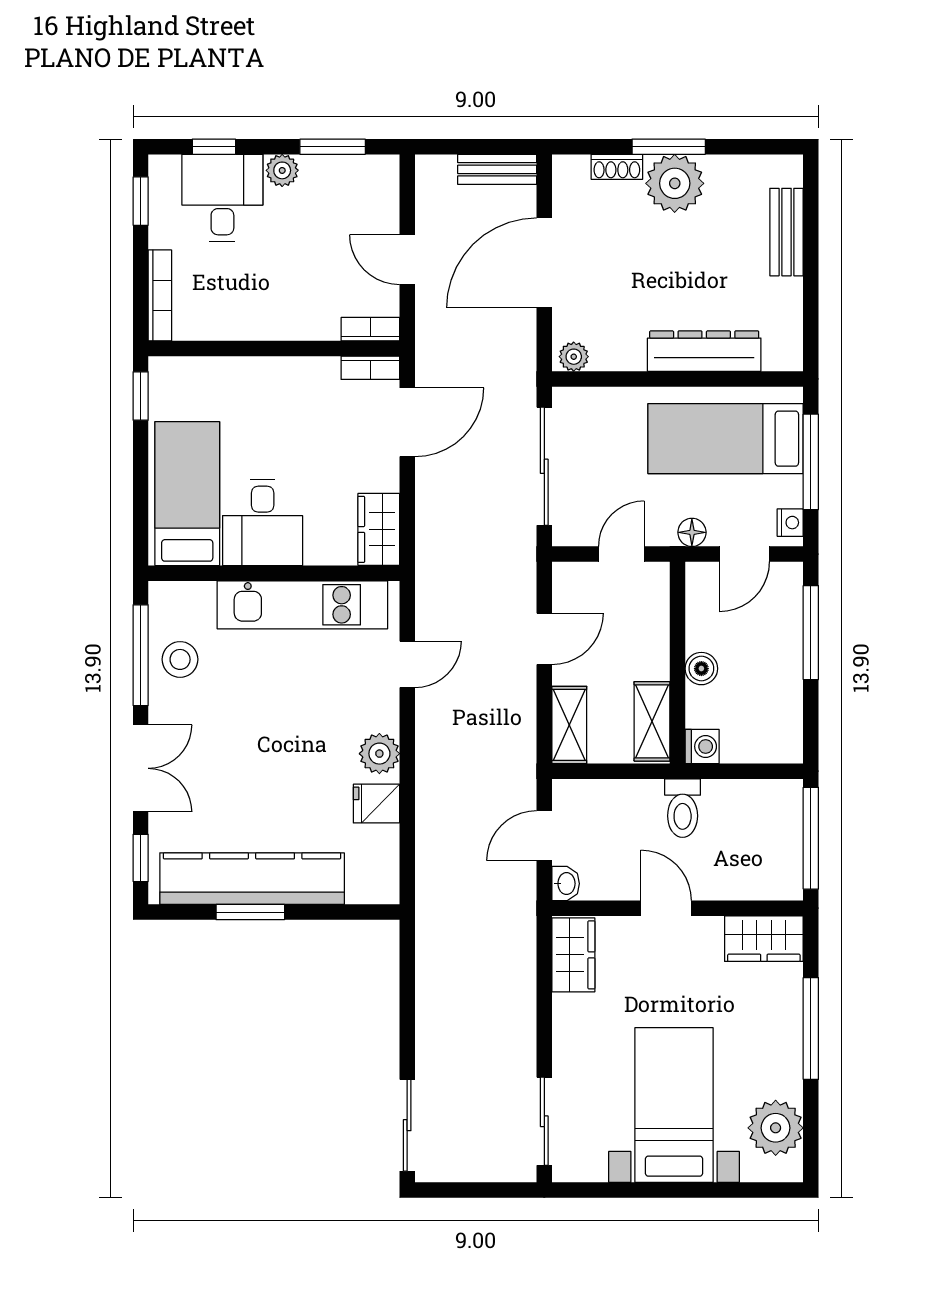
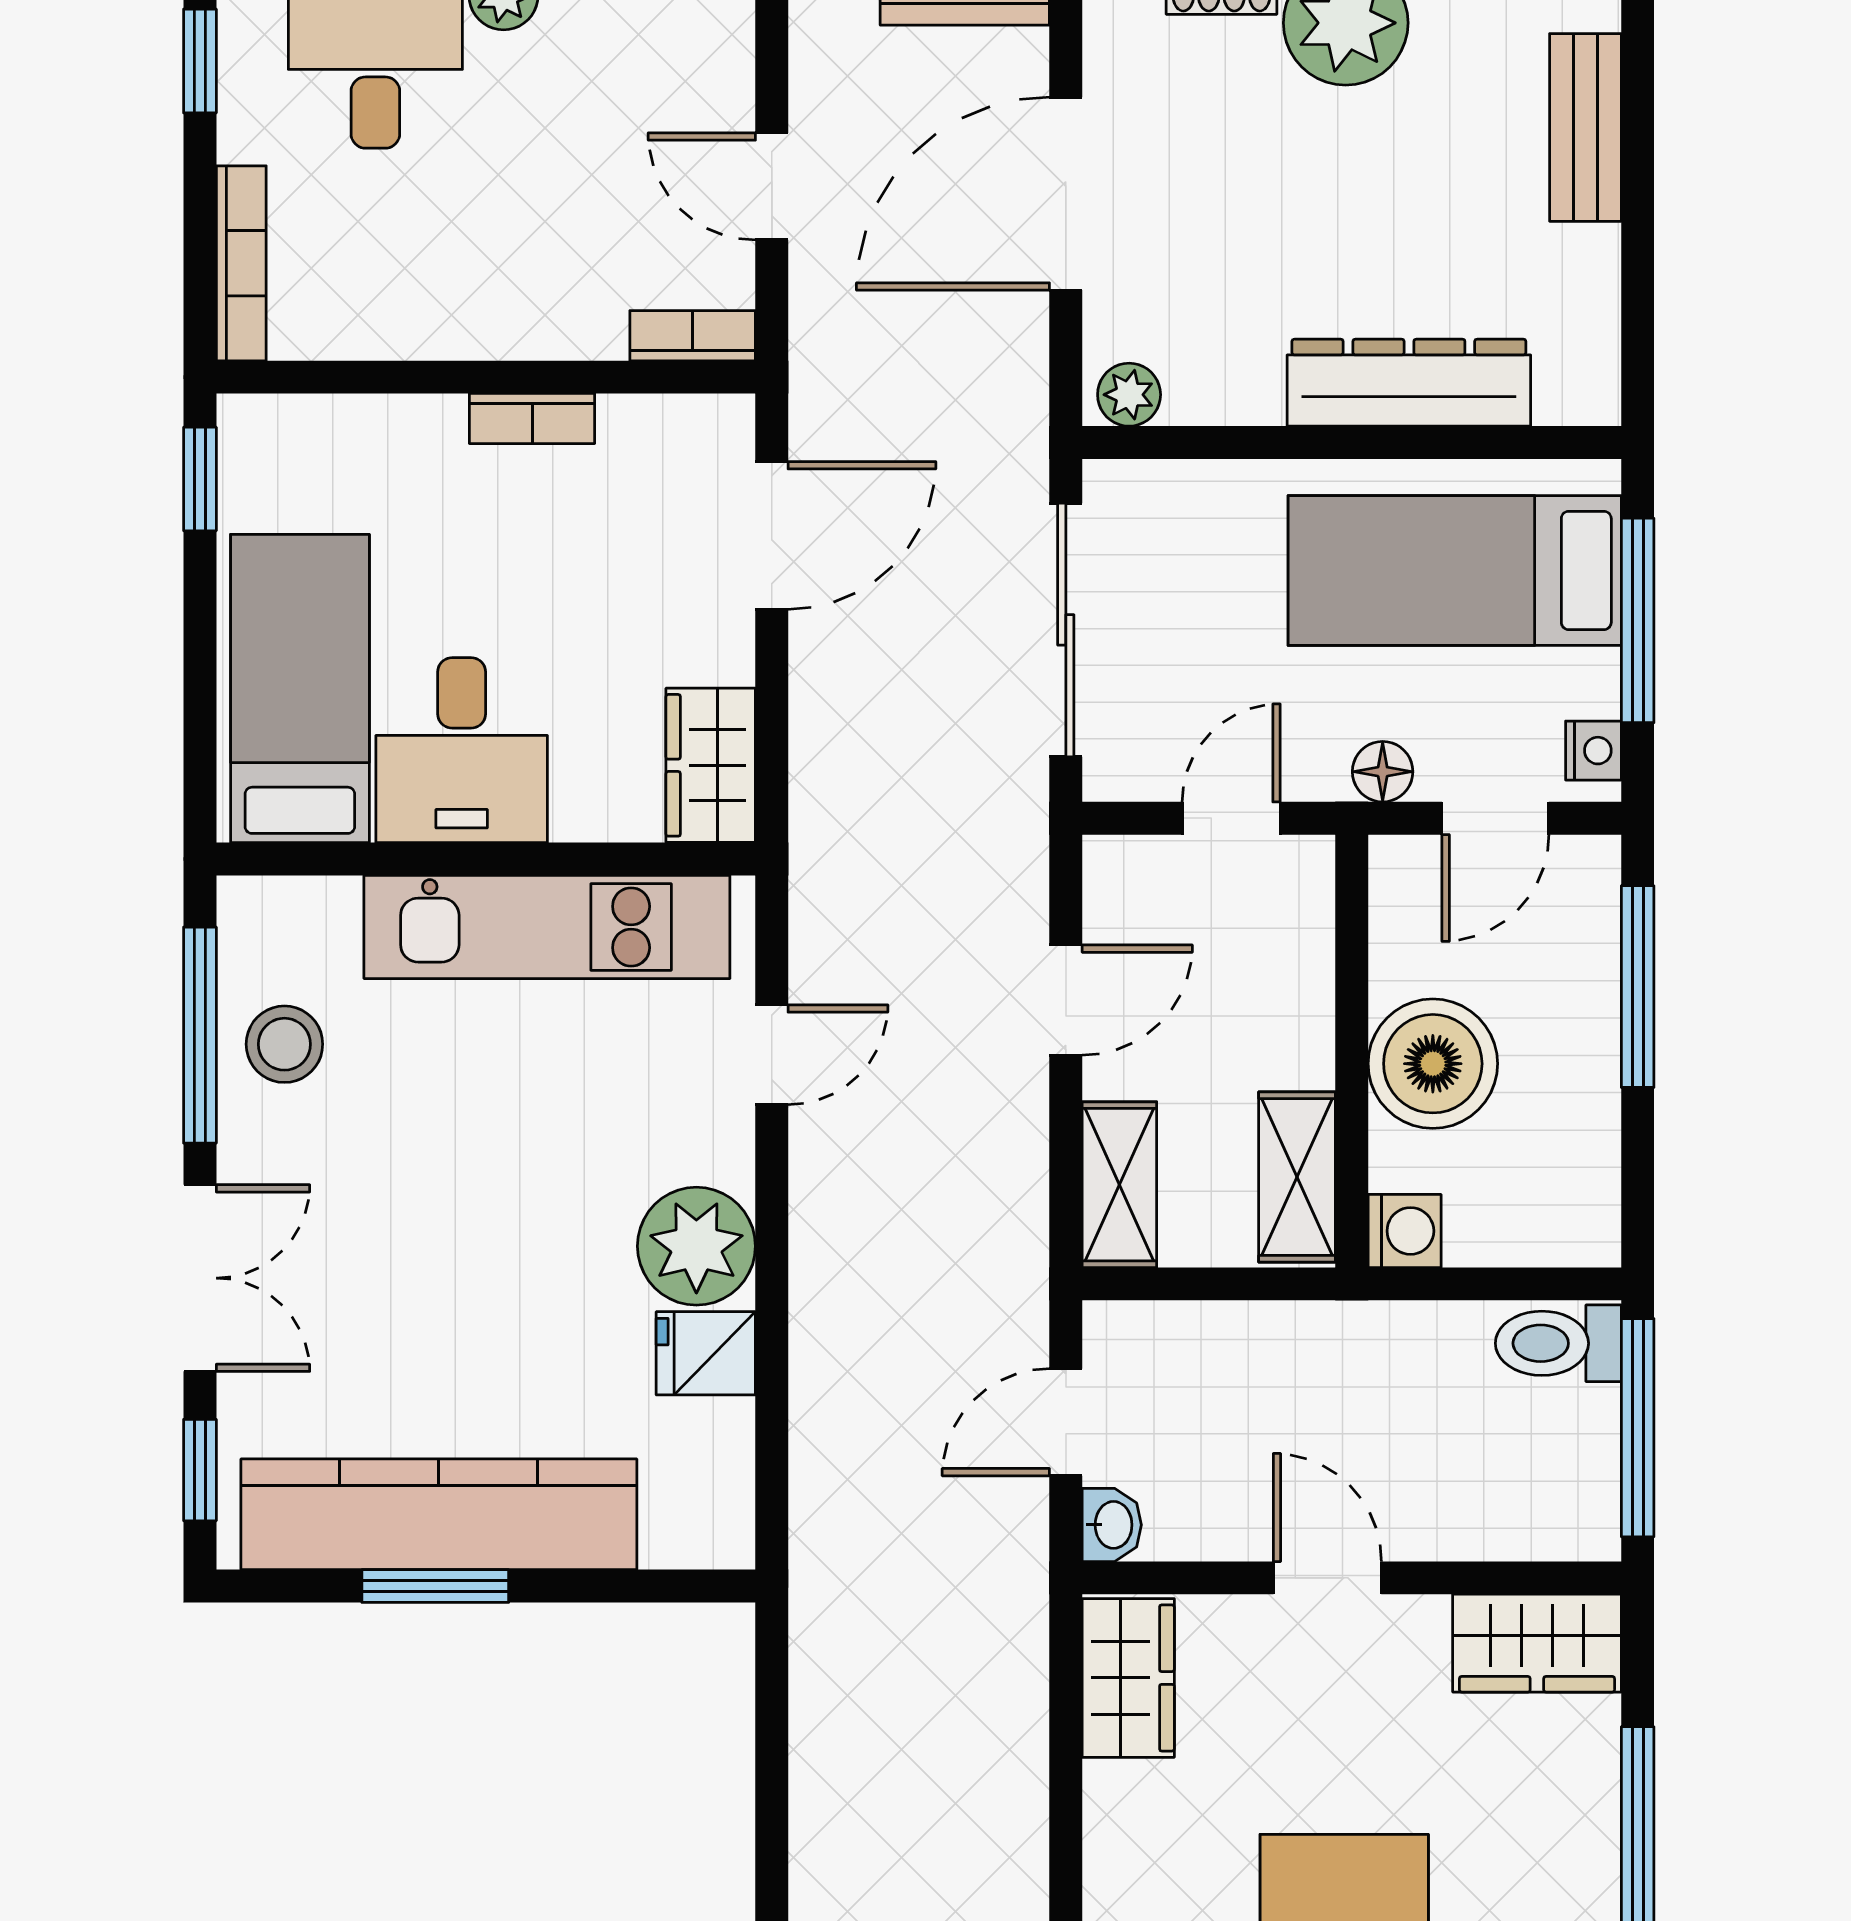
bookcase: (370, 368) -> (532, 419), moved
boiler: (701, 669) -> (1433, 1064), width x1.86, depth x1.86
plant: (379, 754) -> (696, 1246), width x1.36, depth x1.36
toilet: (683, 808) -> (1558, 1343), moved, turned 90

